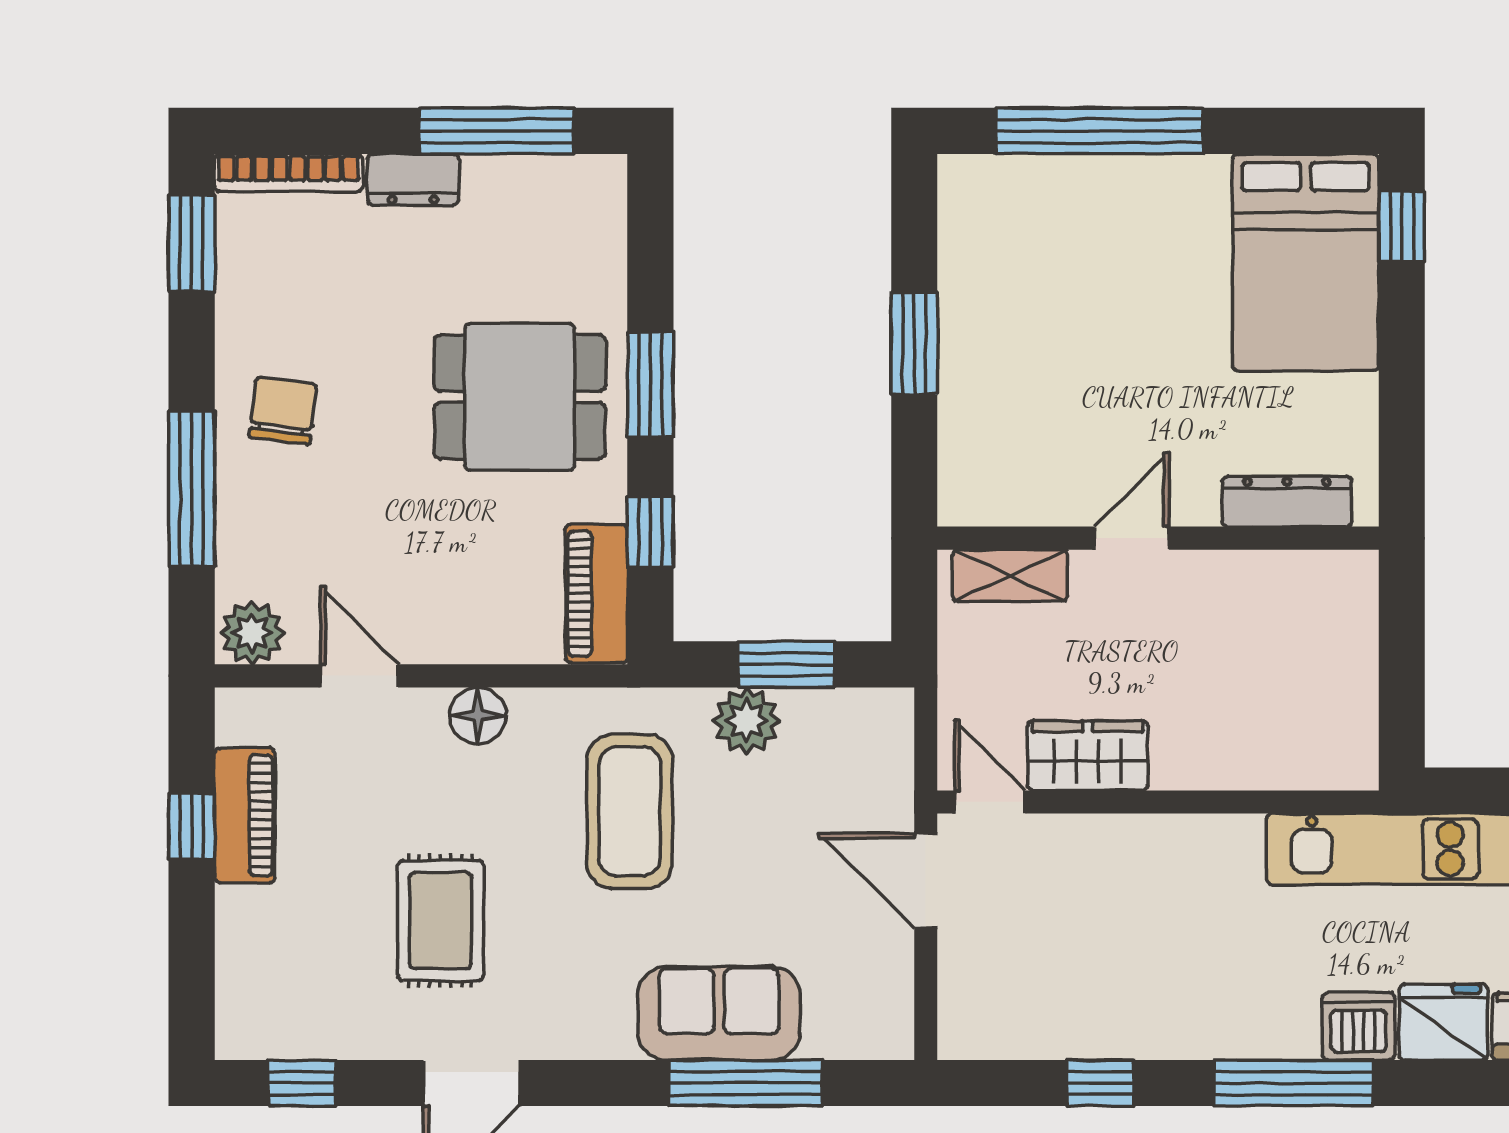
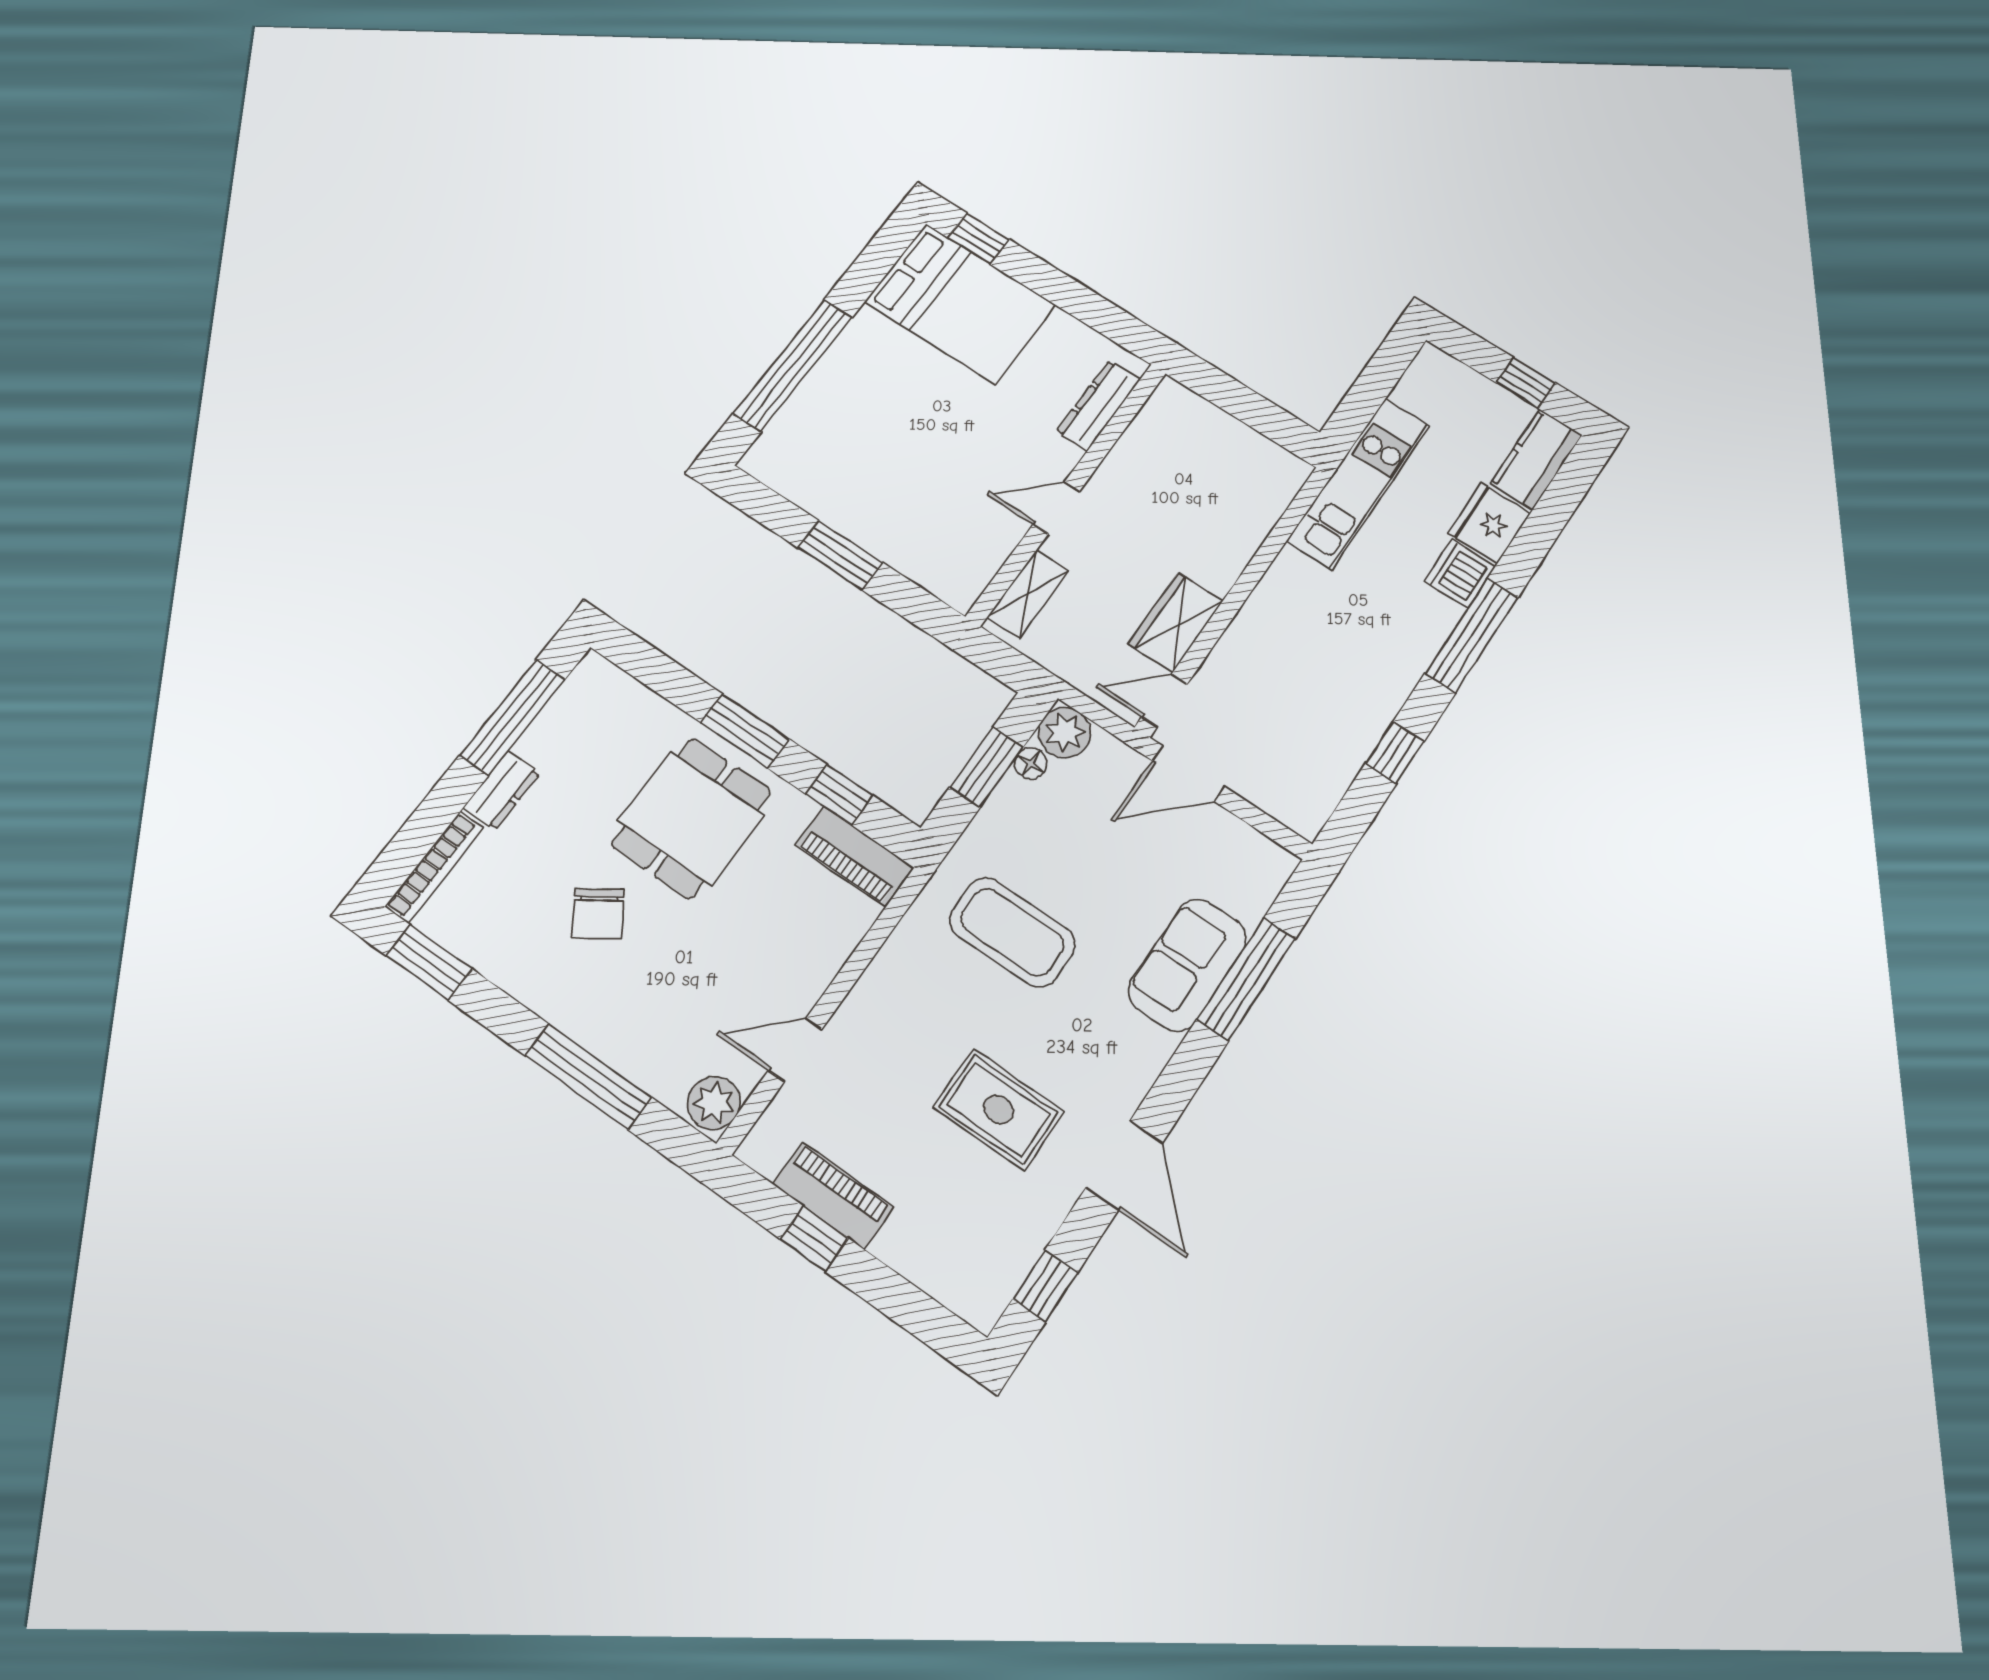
chair: (283, 411) -> (598, 913), moved, turned -131
door: (1132, 538) -> (1056, 508), hinge flipped
floor lamp: (478, 715) -> (1031, 763), moved, width x0.73, depth x0.73
plant: (746, 721) -> (1065, 733), moved

